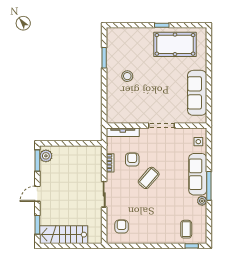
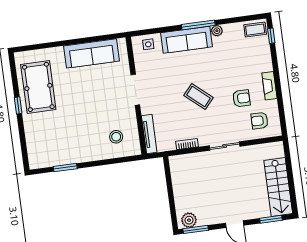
stool: (127, 76) -> (116, 137), moved
armchair: (132, 160) -> (241, 98), moved, turned 180
coffee table: (186, 229) -> (255, 30), moved
fireplace: (150, 239) -> (269, 86), added

